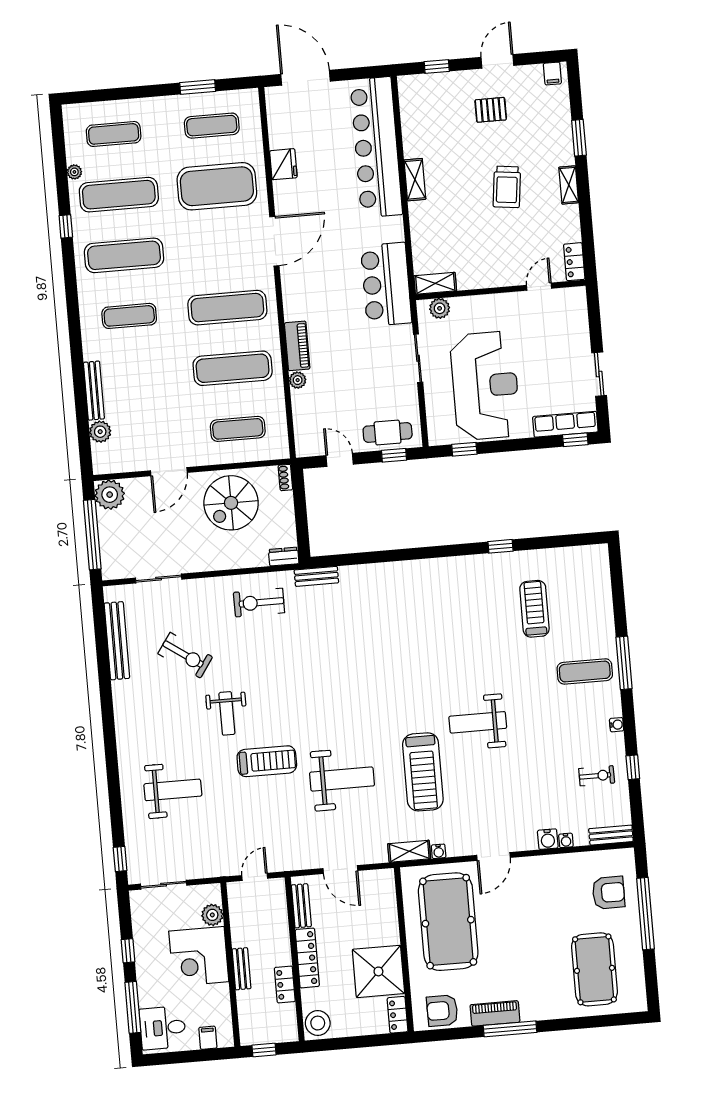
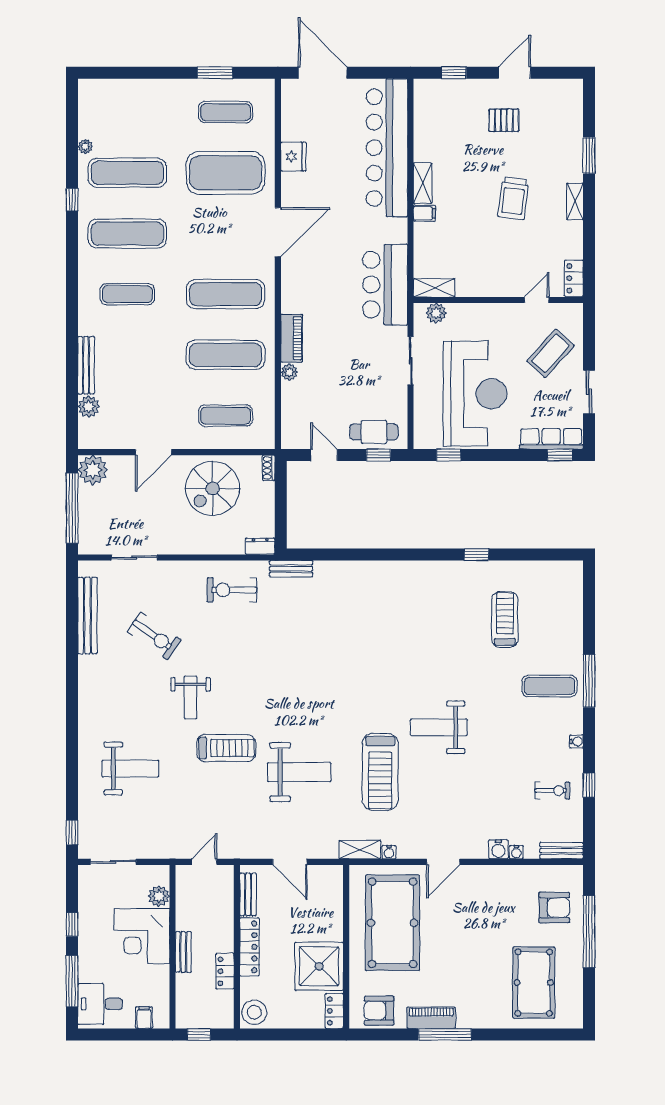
filing cabinet: (552, 73) -> (424, 213), moved, turned -90
exercise mat: (114, 134) -> (127, 112), removed
coffee table: (557, 339) -> (550, 353), added

